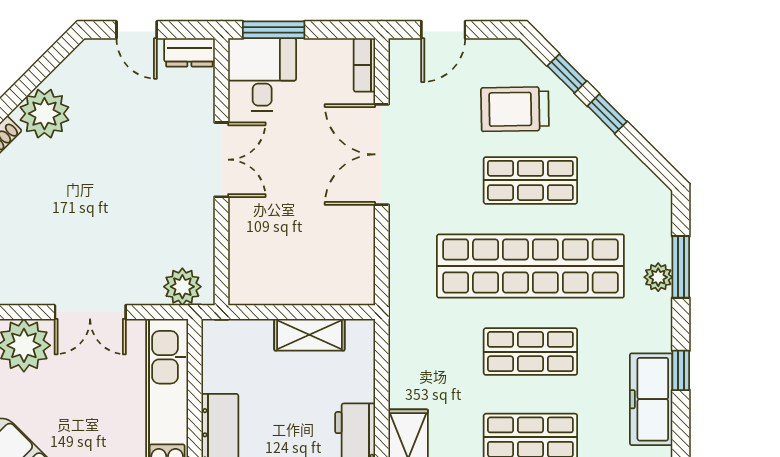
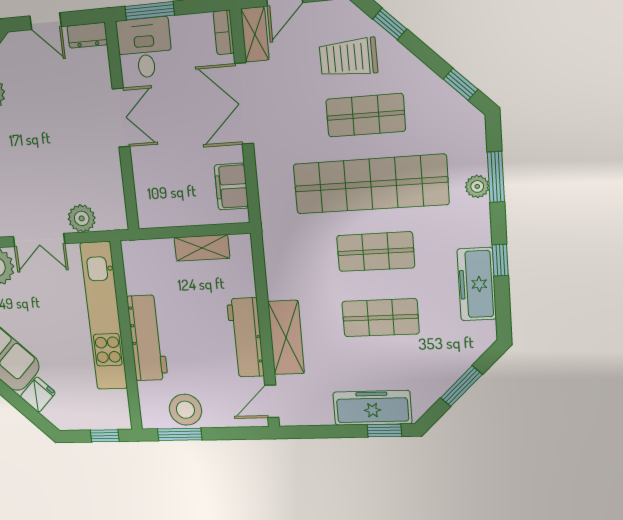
shelving: (403, 71) -> (255, 34), added
window: (607, 114) -> (461, 84), moved
filing cabinet: (356, 258) -> (231, 187), added
plant: (182, 287) -> (82, 218), moved

